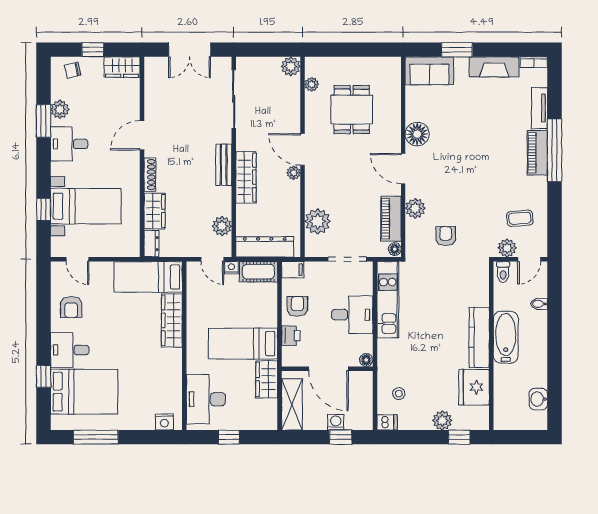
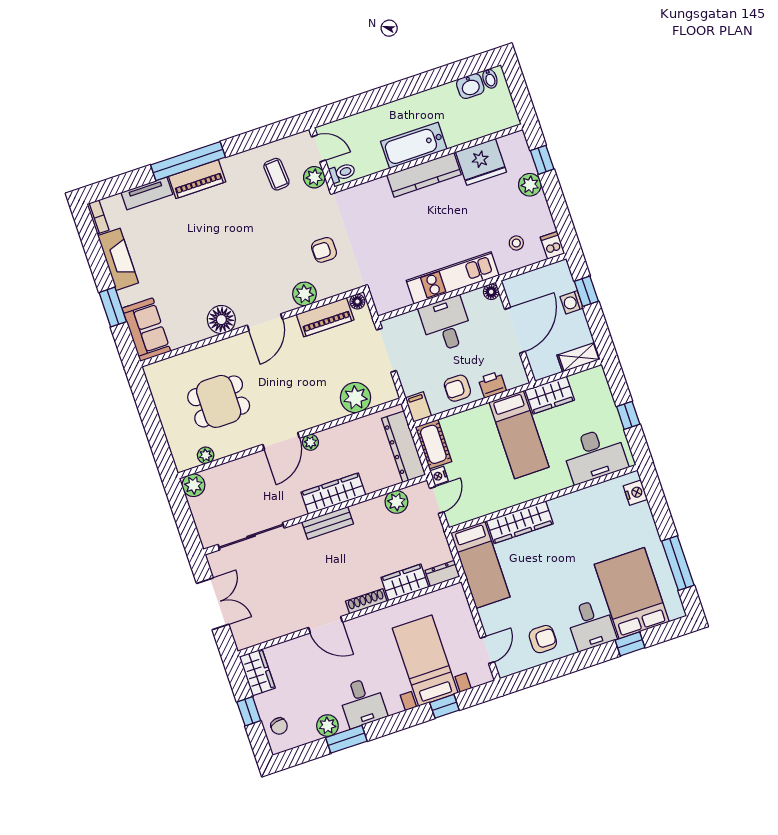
kitchen unit: (388, 300) -> (453, 278), moved
bidet: (539, 304) -> (490, 79), moved
shelving: (292, 404) -> (579, 357), width x0.67, depth x0.75

